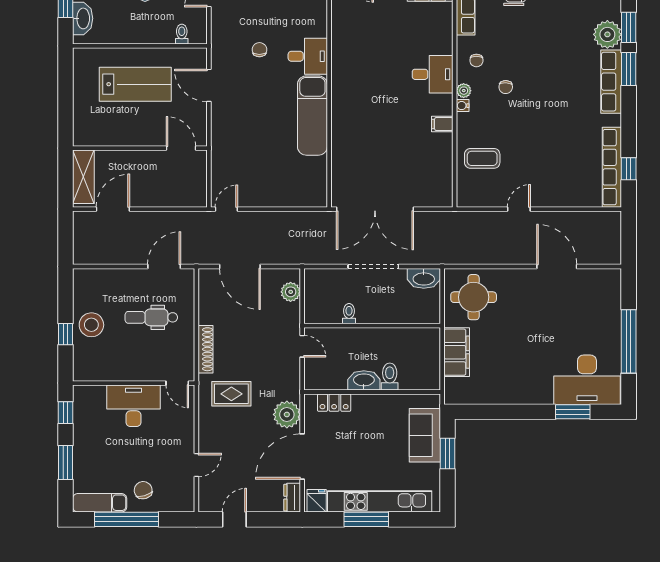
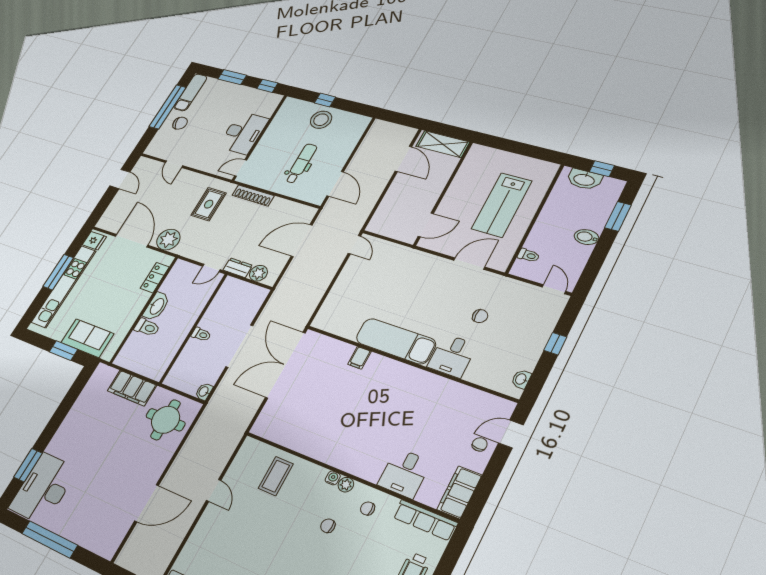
desk: (433, 74) -> (405, 473), moved
filing cabinet: (442, 124) -> (359, 358), moved, turned 180
washbasin: (424, 278) -> (204, 392), width x0.52, depth x0.69
toilet: (349, 314) -> (201, 334), moved
dresser: (292, 498) -> (238, 268), moved

